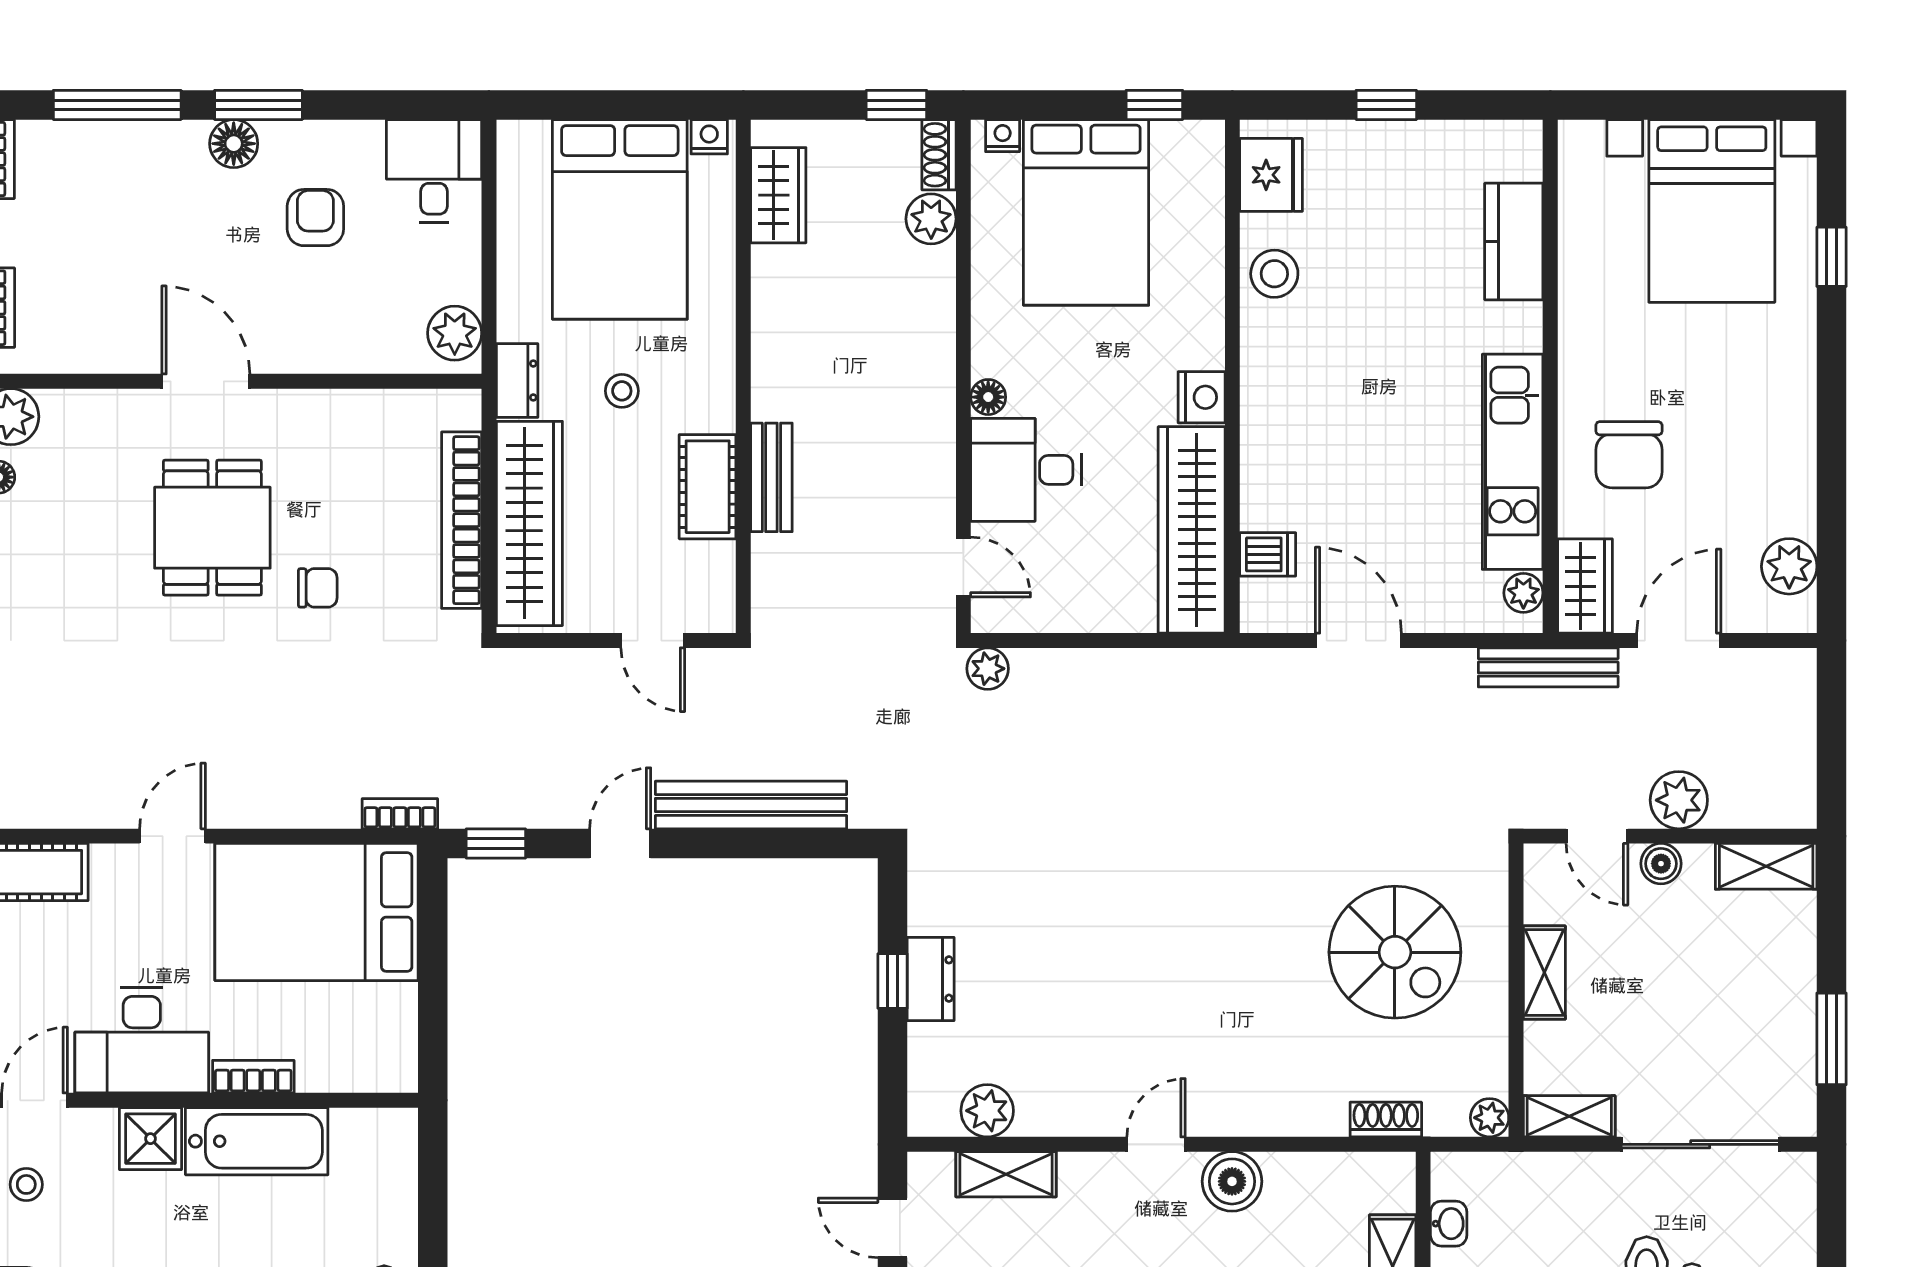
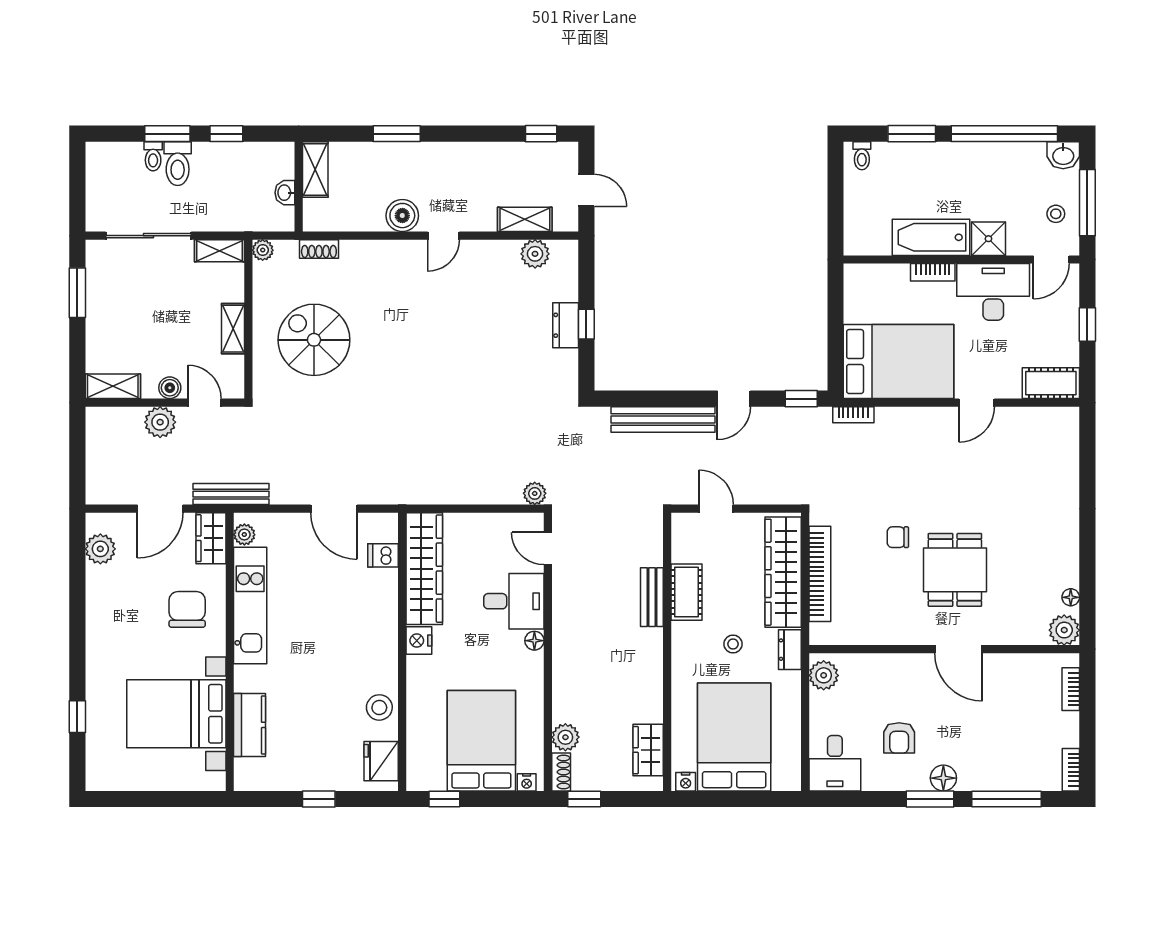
bed with nightstands: (1712, 211) -> (176, 714), moved, turned -90

